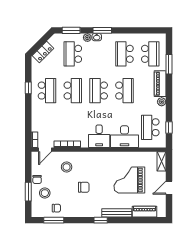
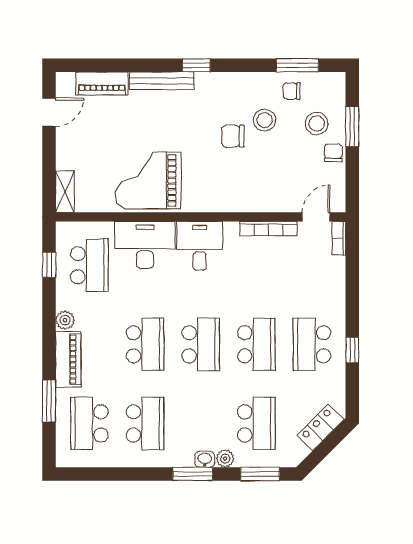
school desk: (73, 91) -> (256, 344), turned 180
school desk: (124, 91) -> (145, 344), turned 180
stool: (67, 167) -> (265, 120), moved
grand piano: (129, 180) -> (148, 180), moved, turned 180
door: (169, 188) -> (49, 112), moved

